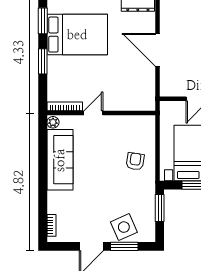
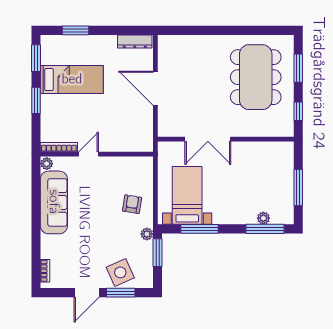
bed: (77, 35) -> (72, 79), width x0.67
plant: (149, 190) -> (147, 234), added

